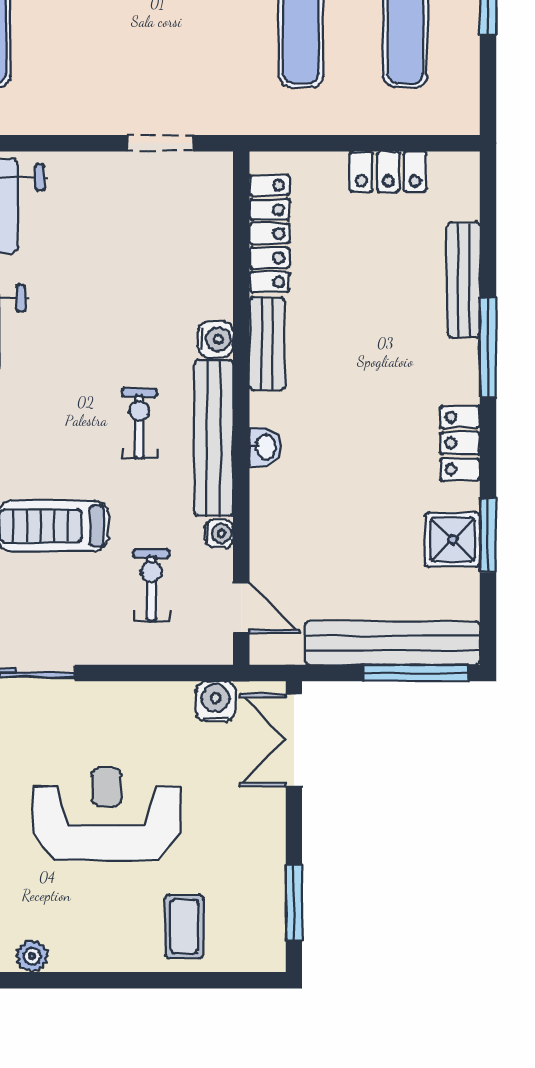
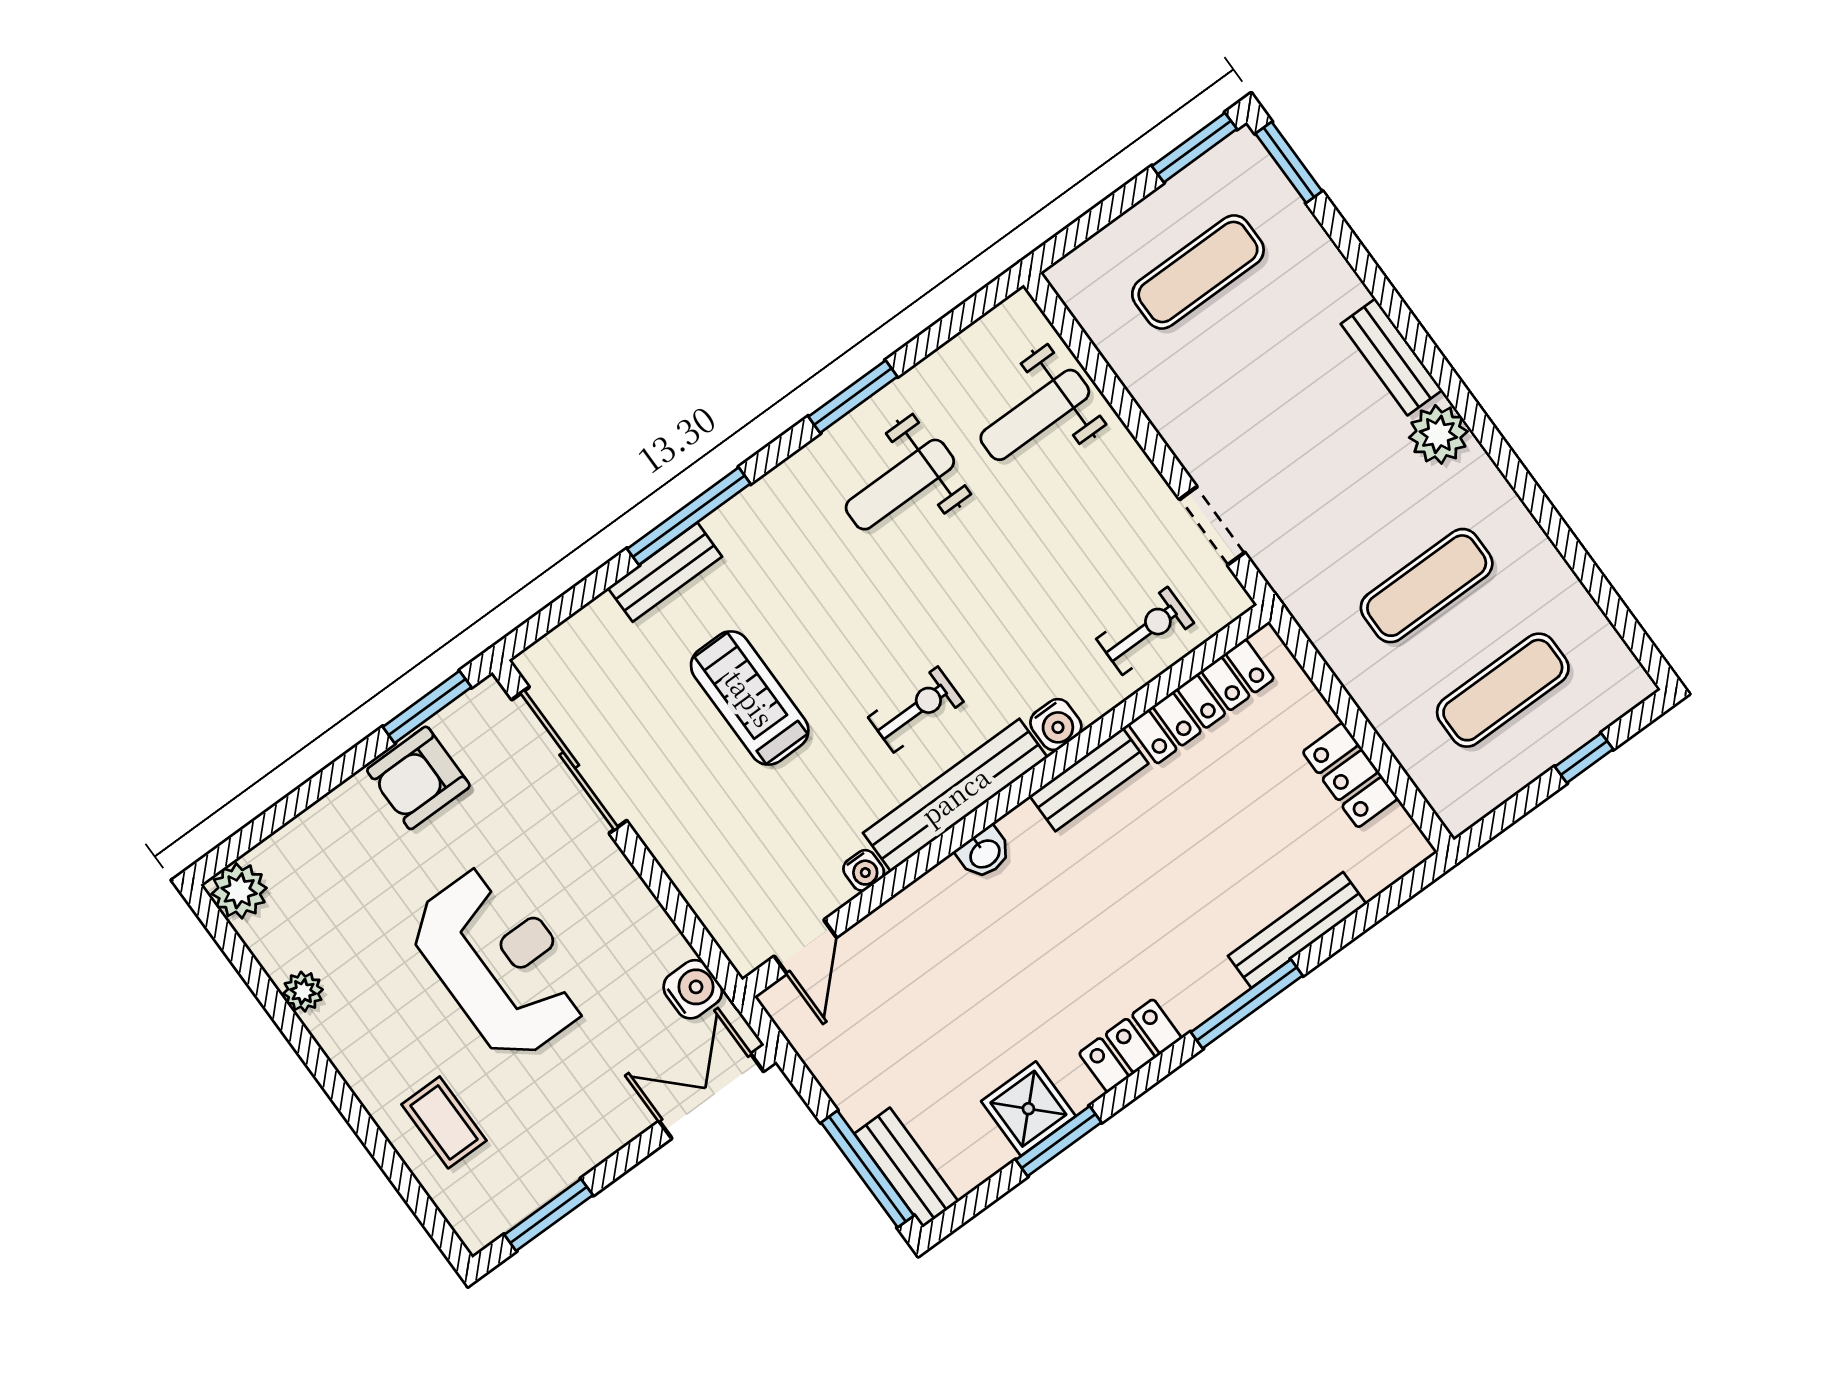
exercise bike: (151, 585) -> (1145, 631), moved
bench: (392, 643) -> (906, 1168), width x0.54, depth x0.82
coffee table: (184, 926) -> (444, 1122), turned 90

